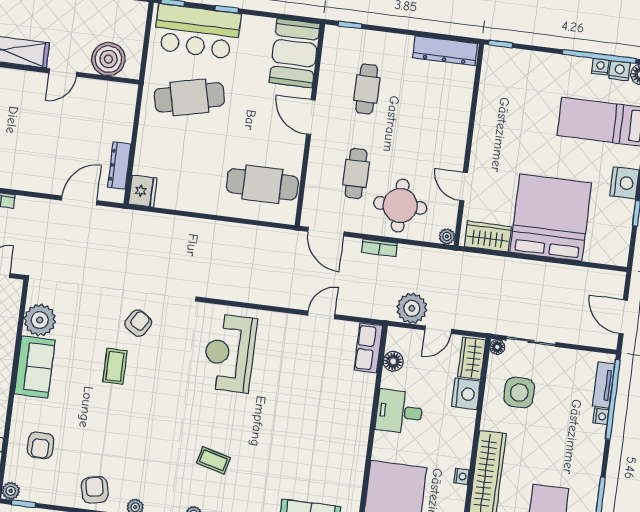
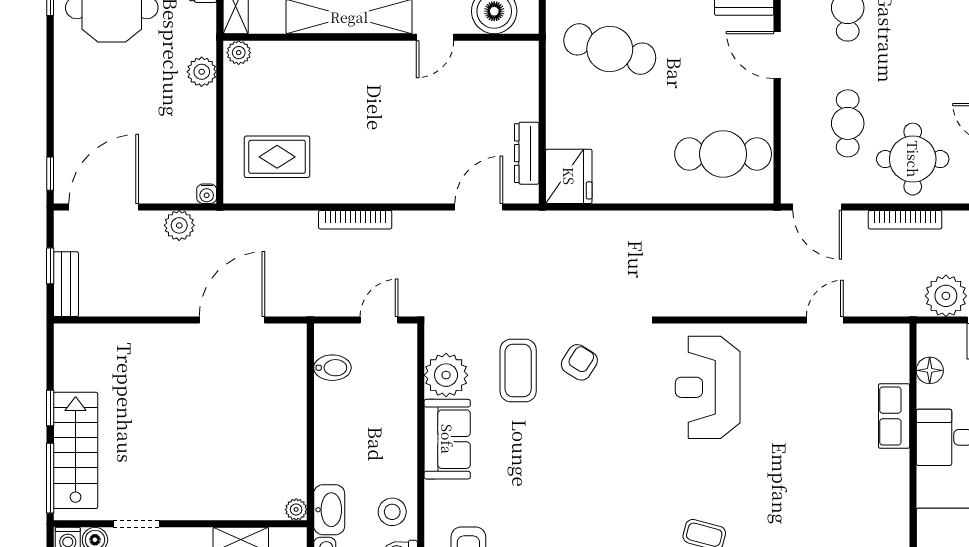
cafe table: (189, 97) -> (610, 49), turned 30
fridge: (143, 191) -> (569, 176), width x1.36, depth x1.34
bookcase: (379, 248) -> (905, 220), width x1.56
row of seats: (368, 348) -> (894, 416), moved
coffee table: (115, 366) -> (518, 371), moved, width x1.36, depth x1.30

